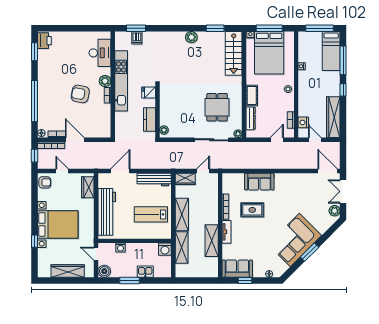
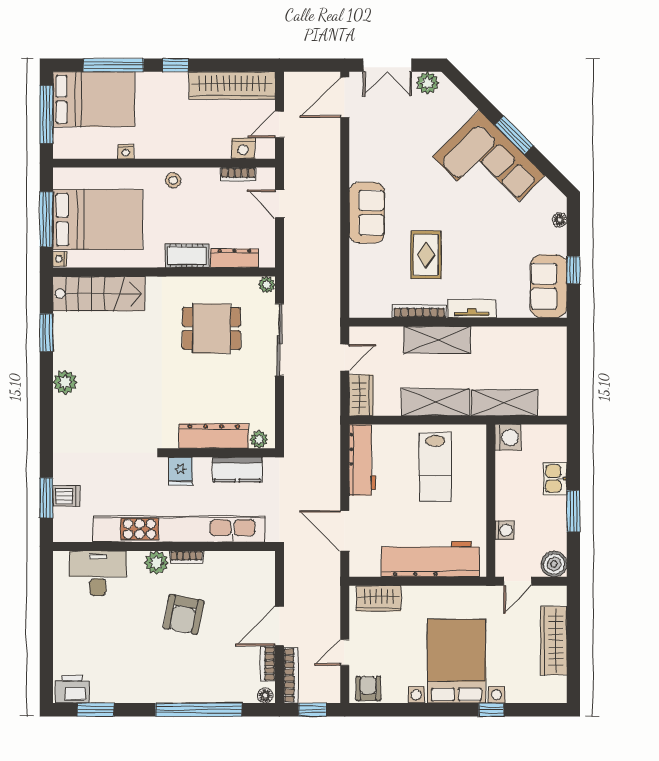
bed: (331, 51) -> (94, 99), width x1.50
kitchen unit: (121, 81) -> (179, 529), width x1.36
dresser: (166, 108) -> (214, 436), added
door: (203, 171) -> (345, 358), swing flipped
sofa: (259, 182) -> (367, 213), moved
shelving: (212, 241) -> (437, 340), moved

